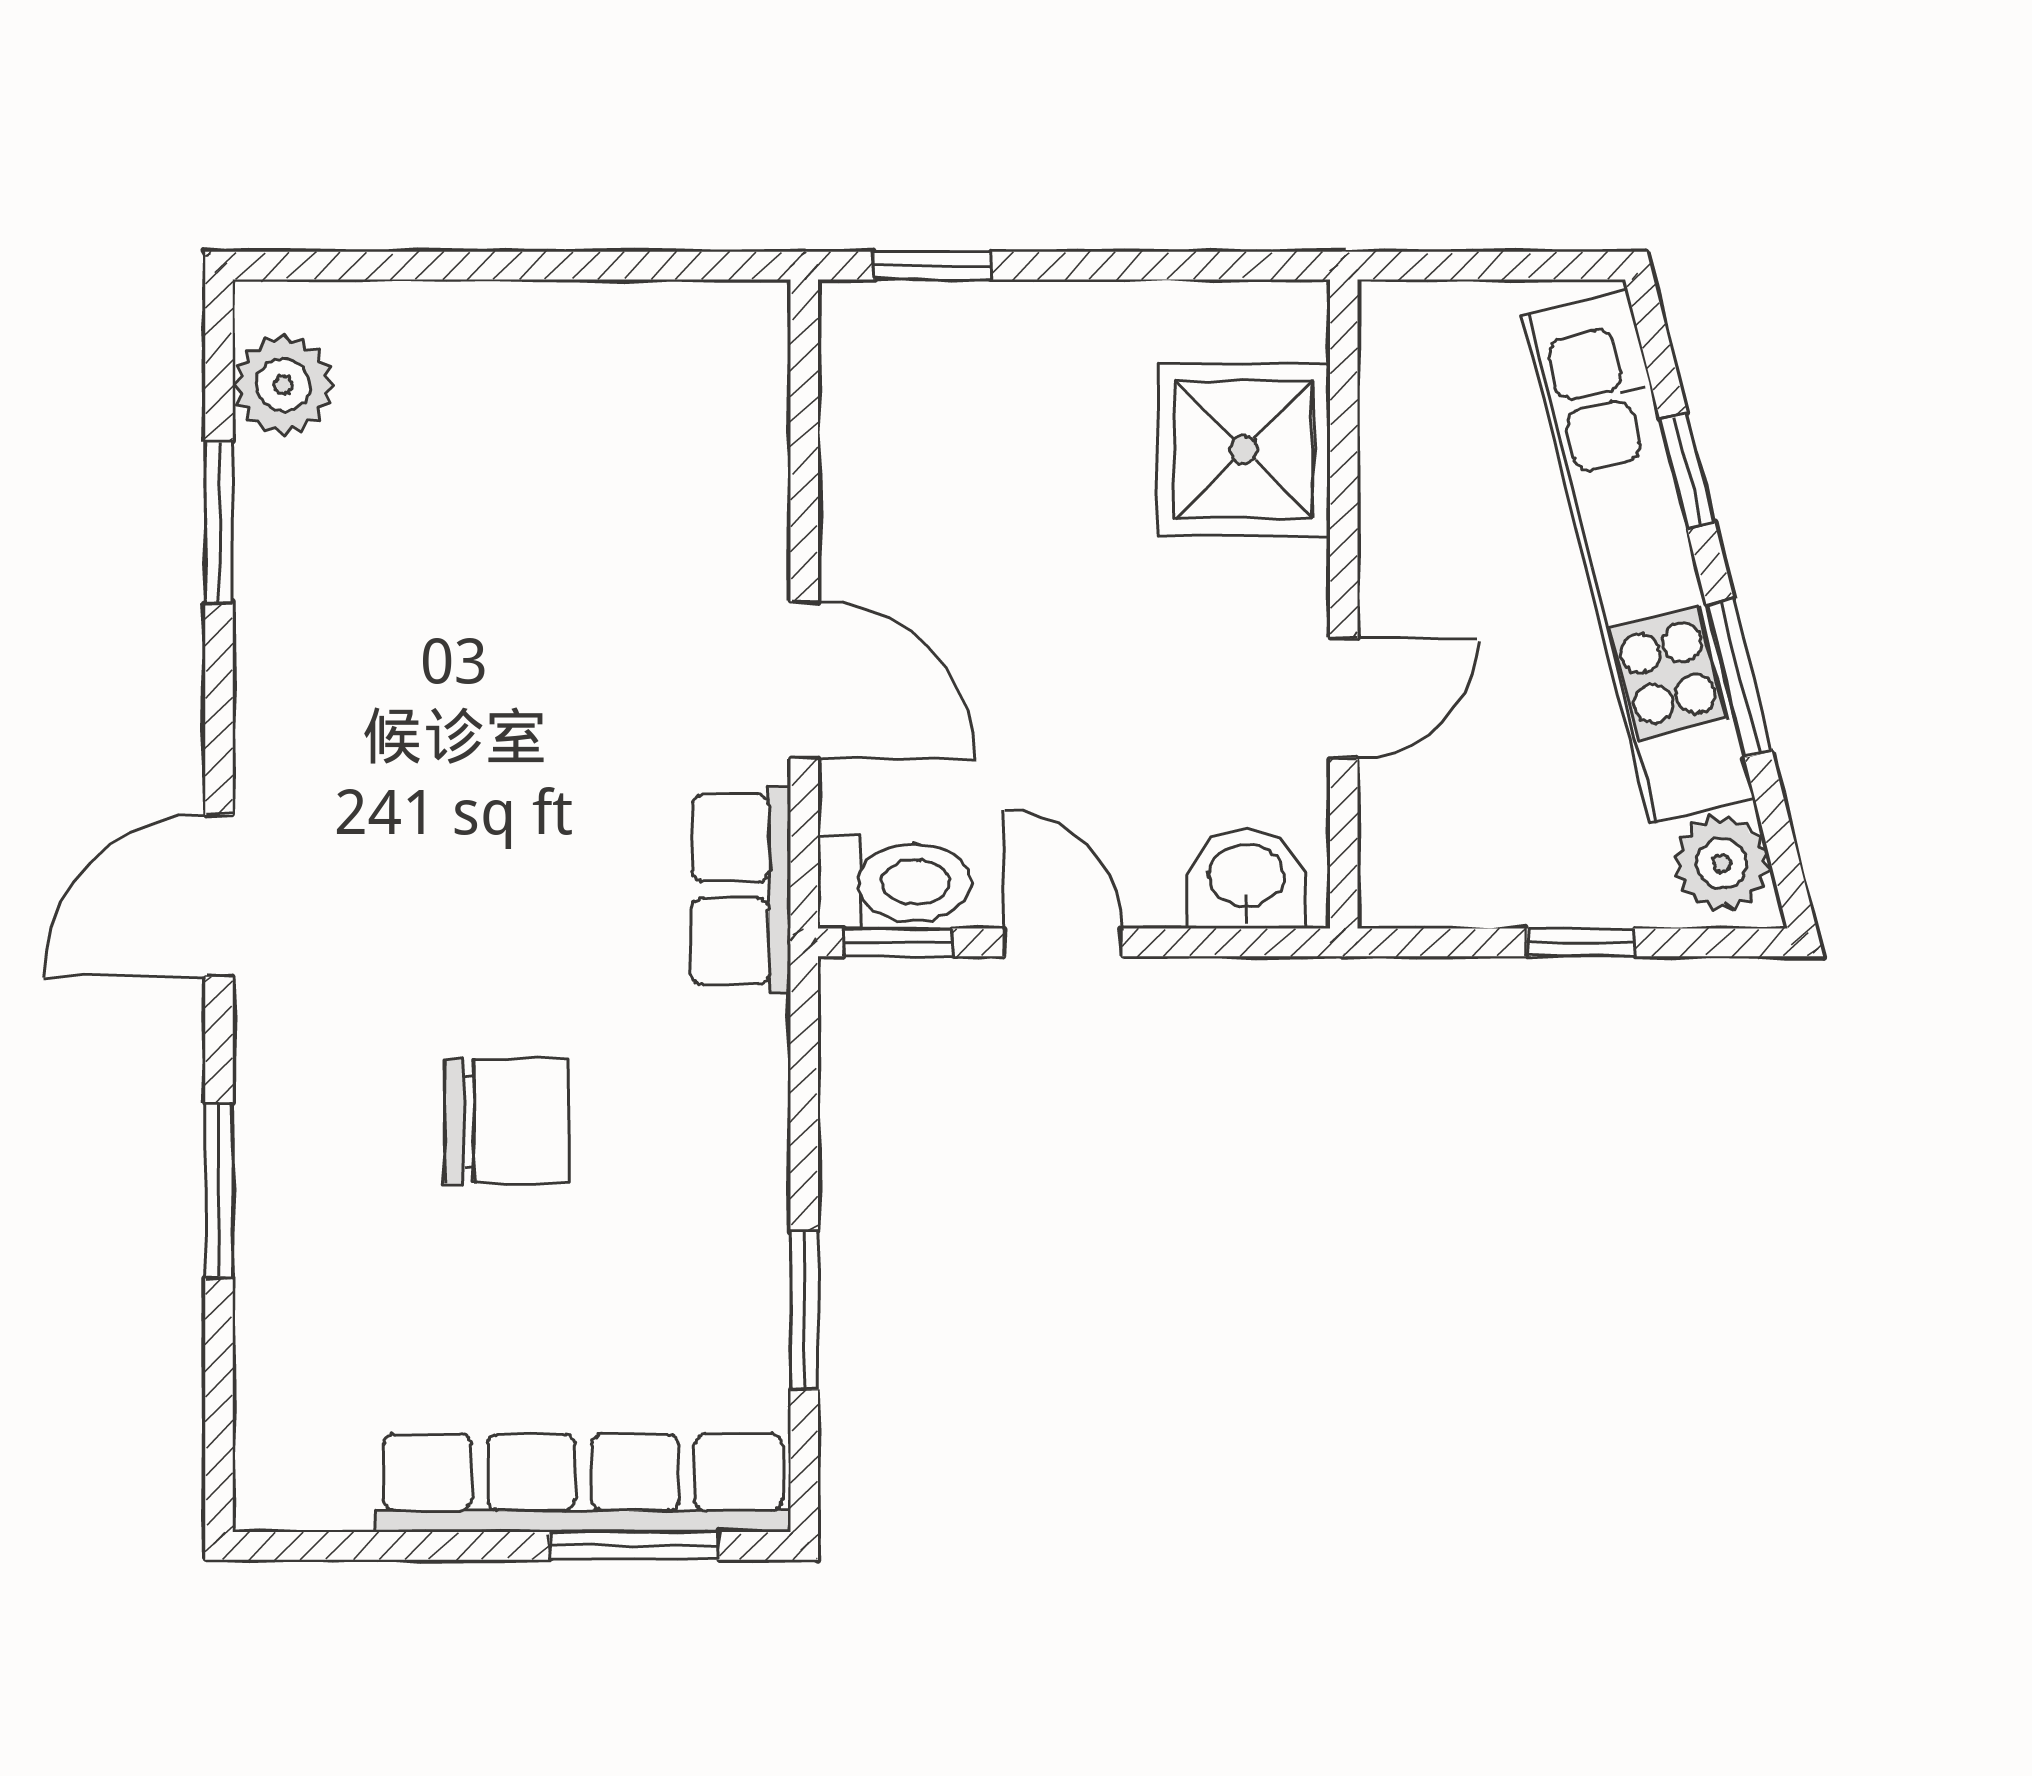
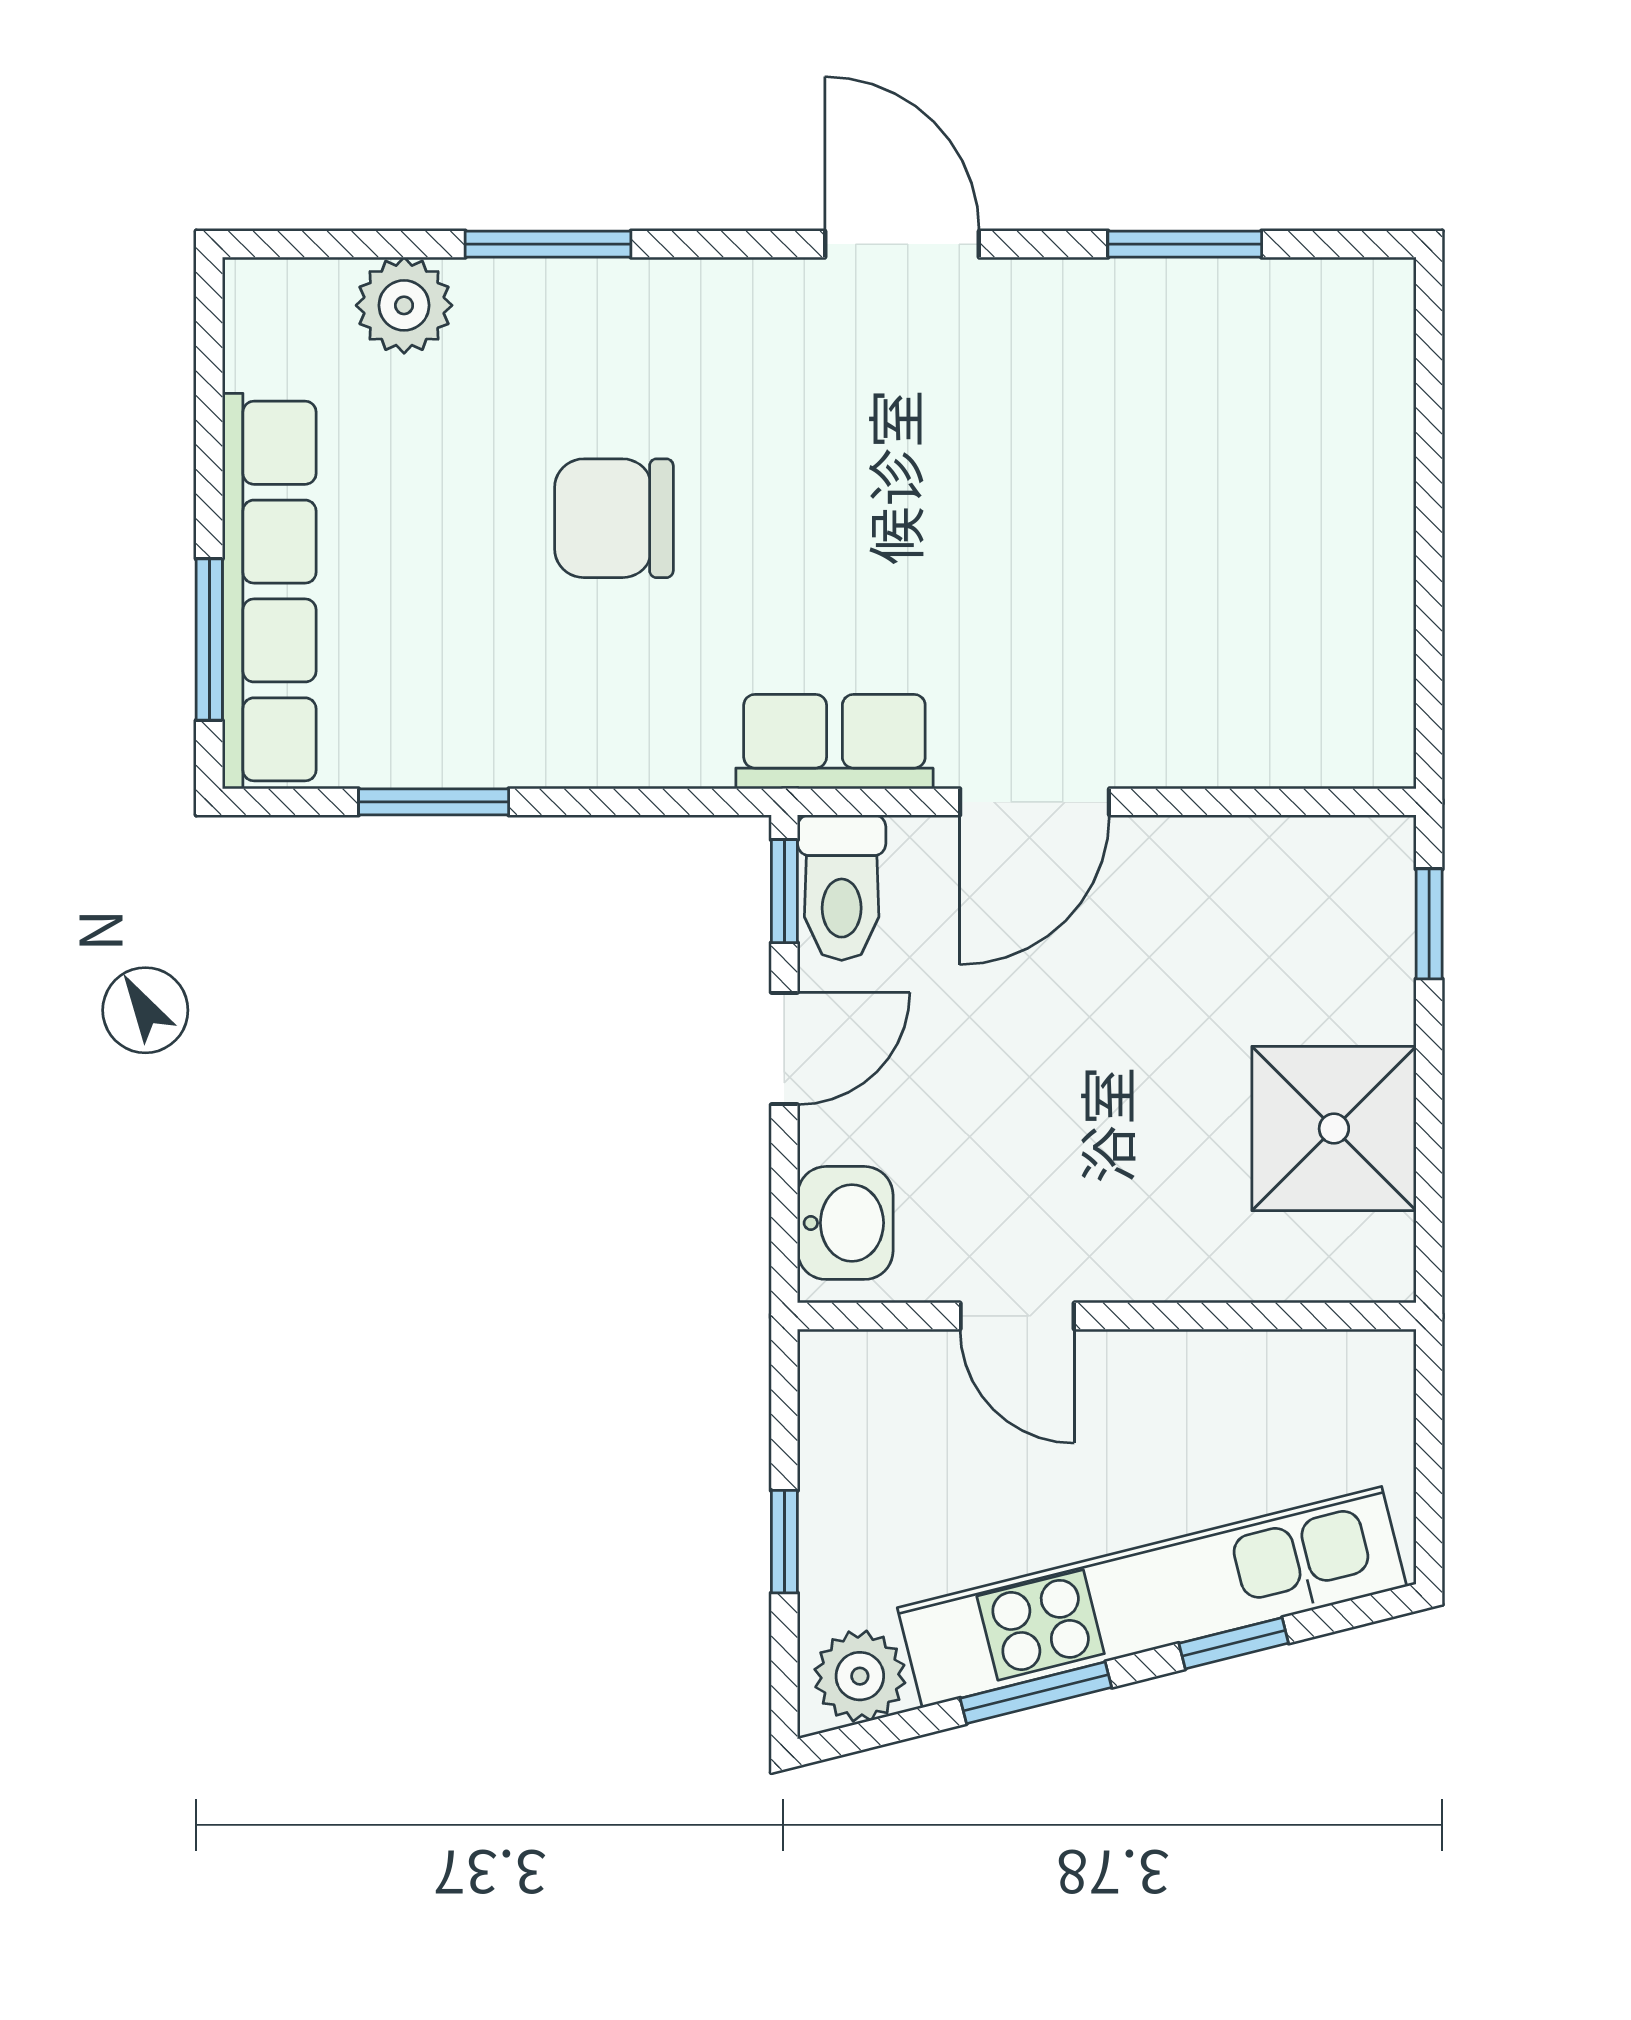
plant: (283, 385) -> (404, 305), moved
shower: (1244, 450) -> (1334, 1129), moved
door: (219, 896) -> (902, 244), moved
chair: (507, 1121) -> (614, 518), turned 90

